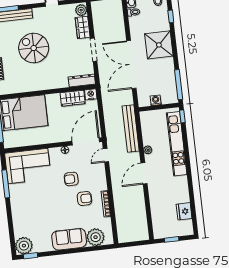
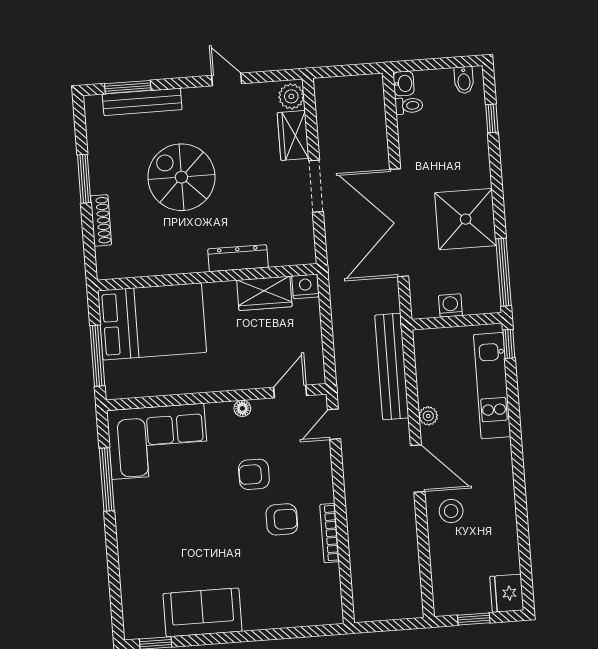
shower: (159, 45) -> (466, 219), moved
dresser: (82, 81) -> (238, 258), moved
door: (86, 141) -> (290, 392), width x0.53
kitchen unit: (177, 144) -> (492, 386), width x0.73
door: (144, 173) -> (418, 468), swing flipped
stool: (160, 192) -> (451, 511), added
fridge: (184, 211) -> (507, 593), moved
plant: (96, 237) -> (303, 607), removed
sofa: (69, 239) -> (202, 612), moved
plant: (24, 246) -> (142, 620), removed

